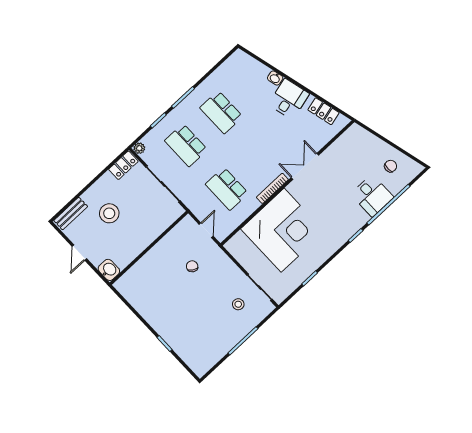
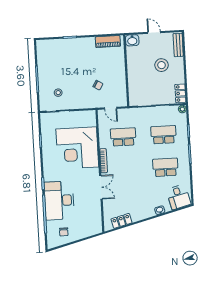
desk: (289, 99) -> (179, 197), moved
desk: (372, 196) -> (59, 200), width x1.87, depth x1.30
piano: (133, 296) -> (108, 42), added

